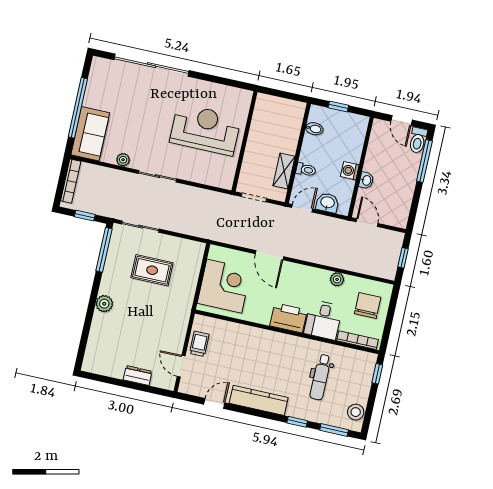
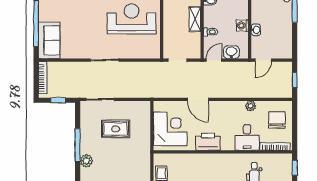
plant: (123, 160) -> (77, 54), removed
shelving: (284, 171) -> (195, 19), moved
door: (367, 223) -> (263, 60), swing flipped
window: (104, 250) -> (78, 145), moved
printer: (288, 318) -> (208, 142), moved

